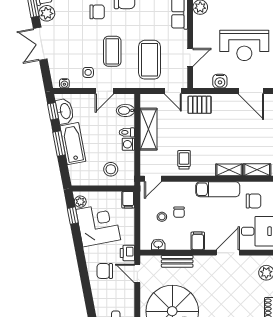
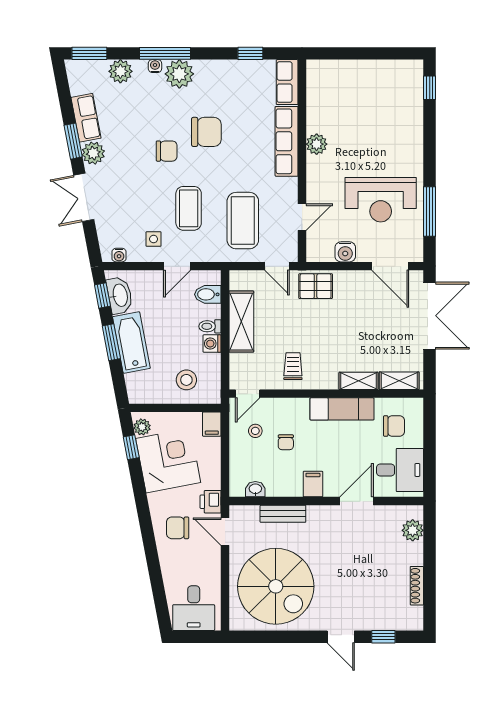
stool: (162, 217) -> (255, 431), moved

